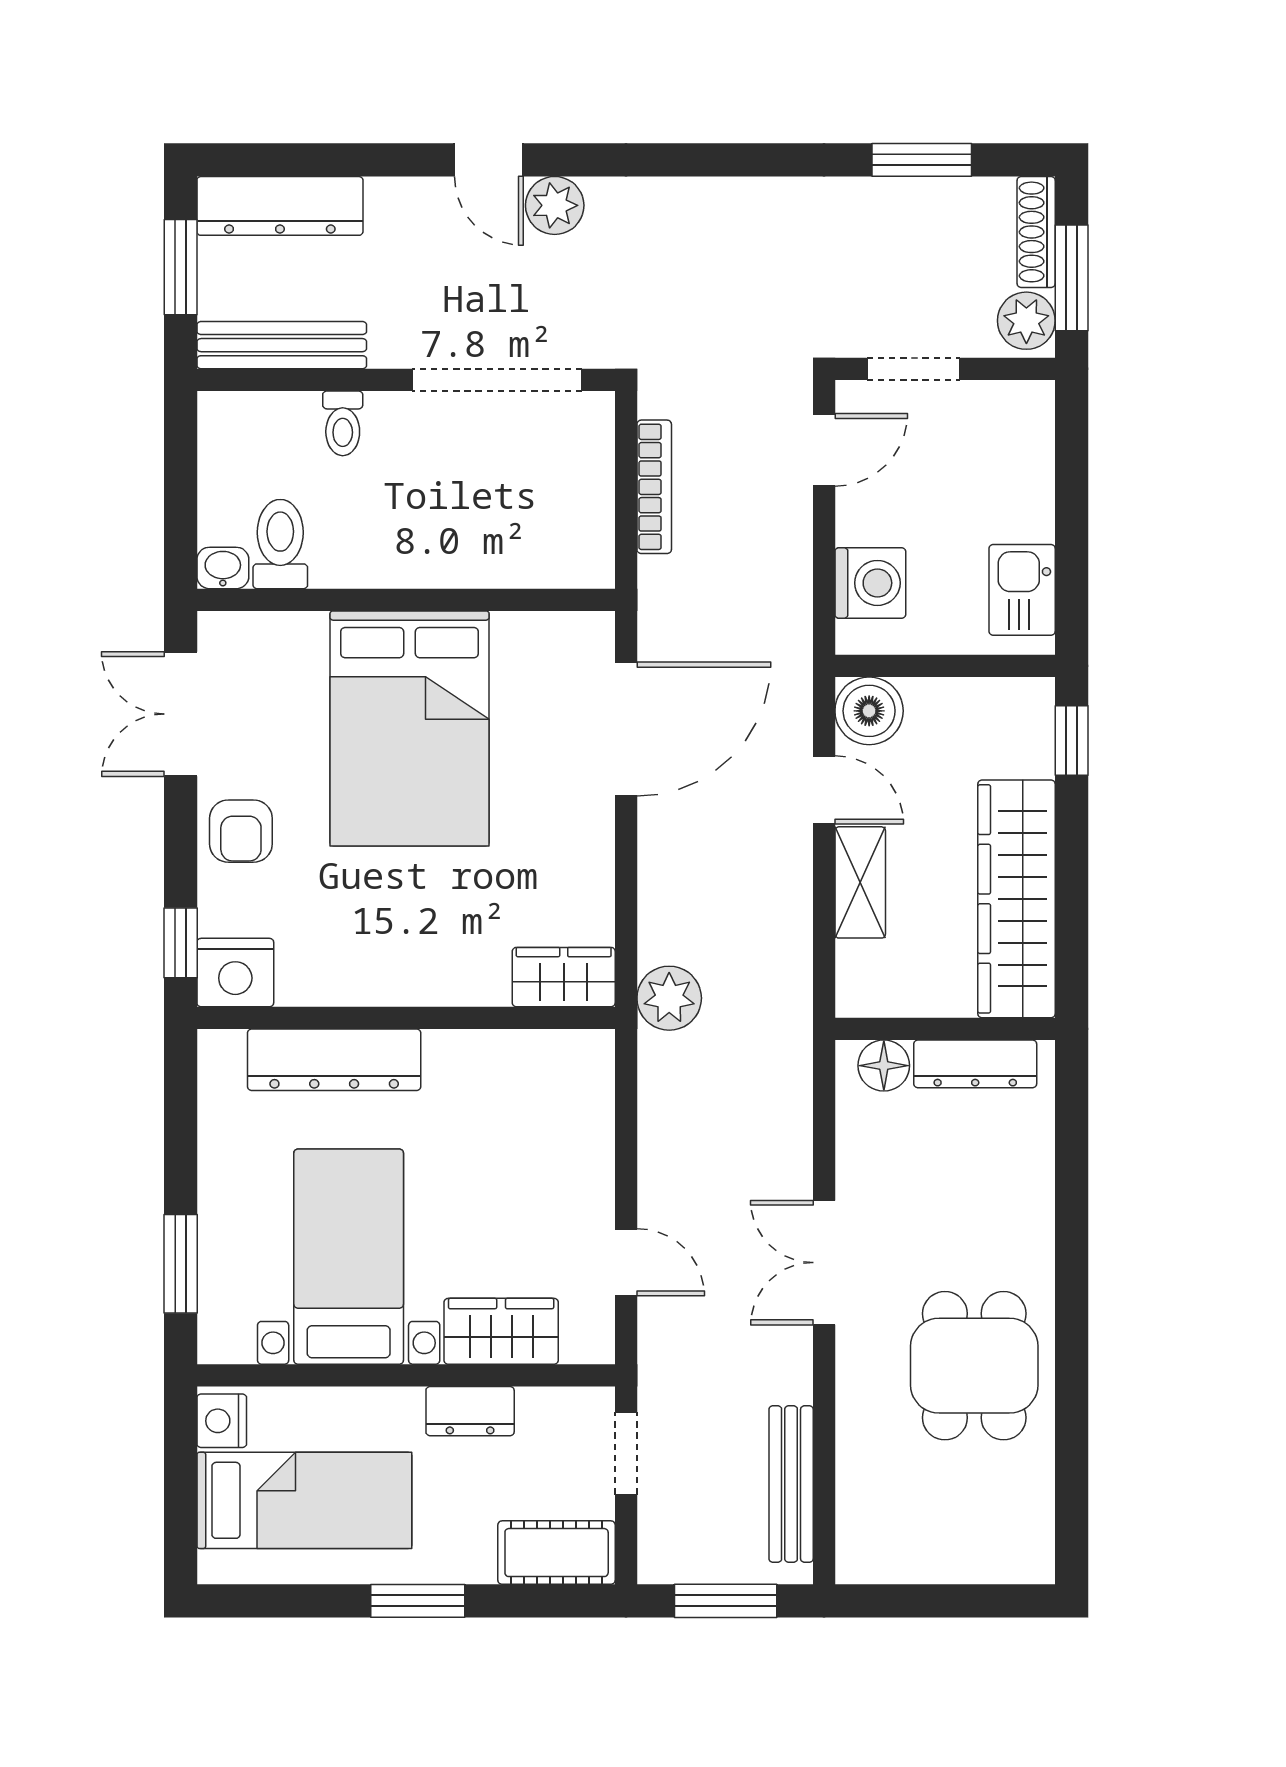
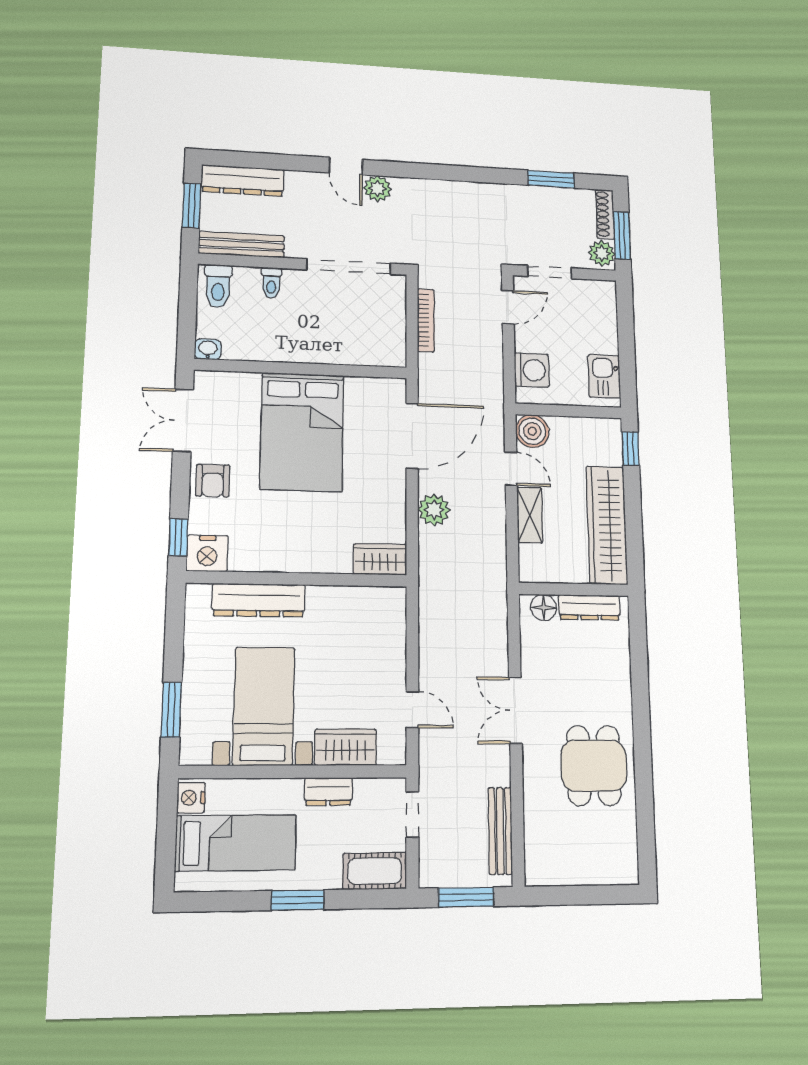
toilet: (280, 544) -> (218, 286), moved, turned 180
plant: (669, 998) -> (434, 510), moved

